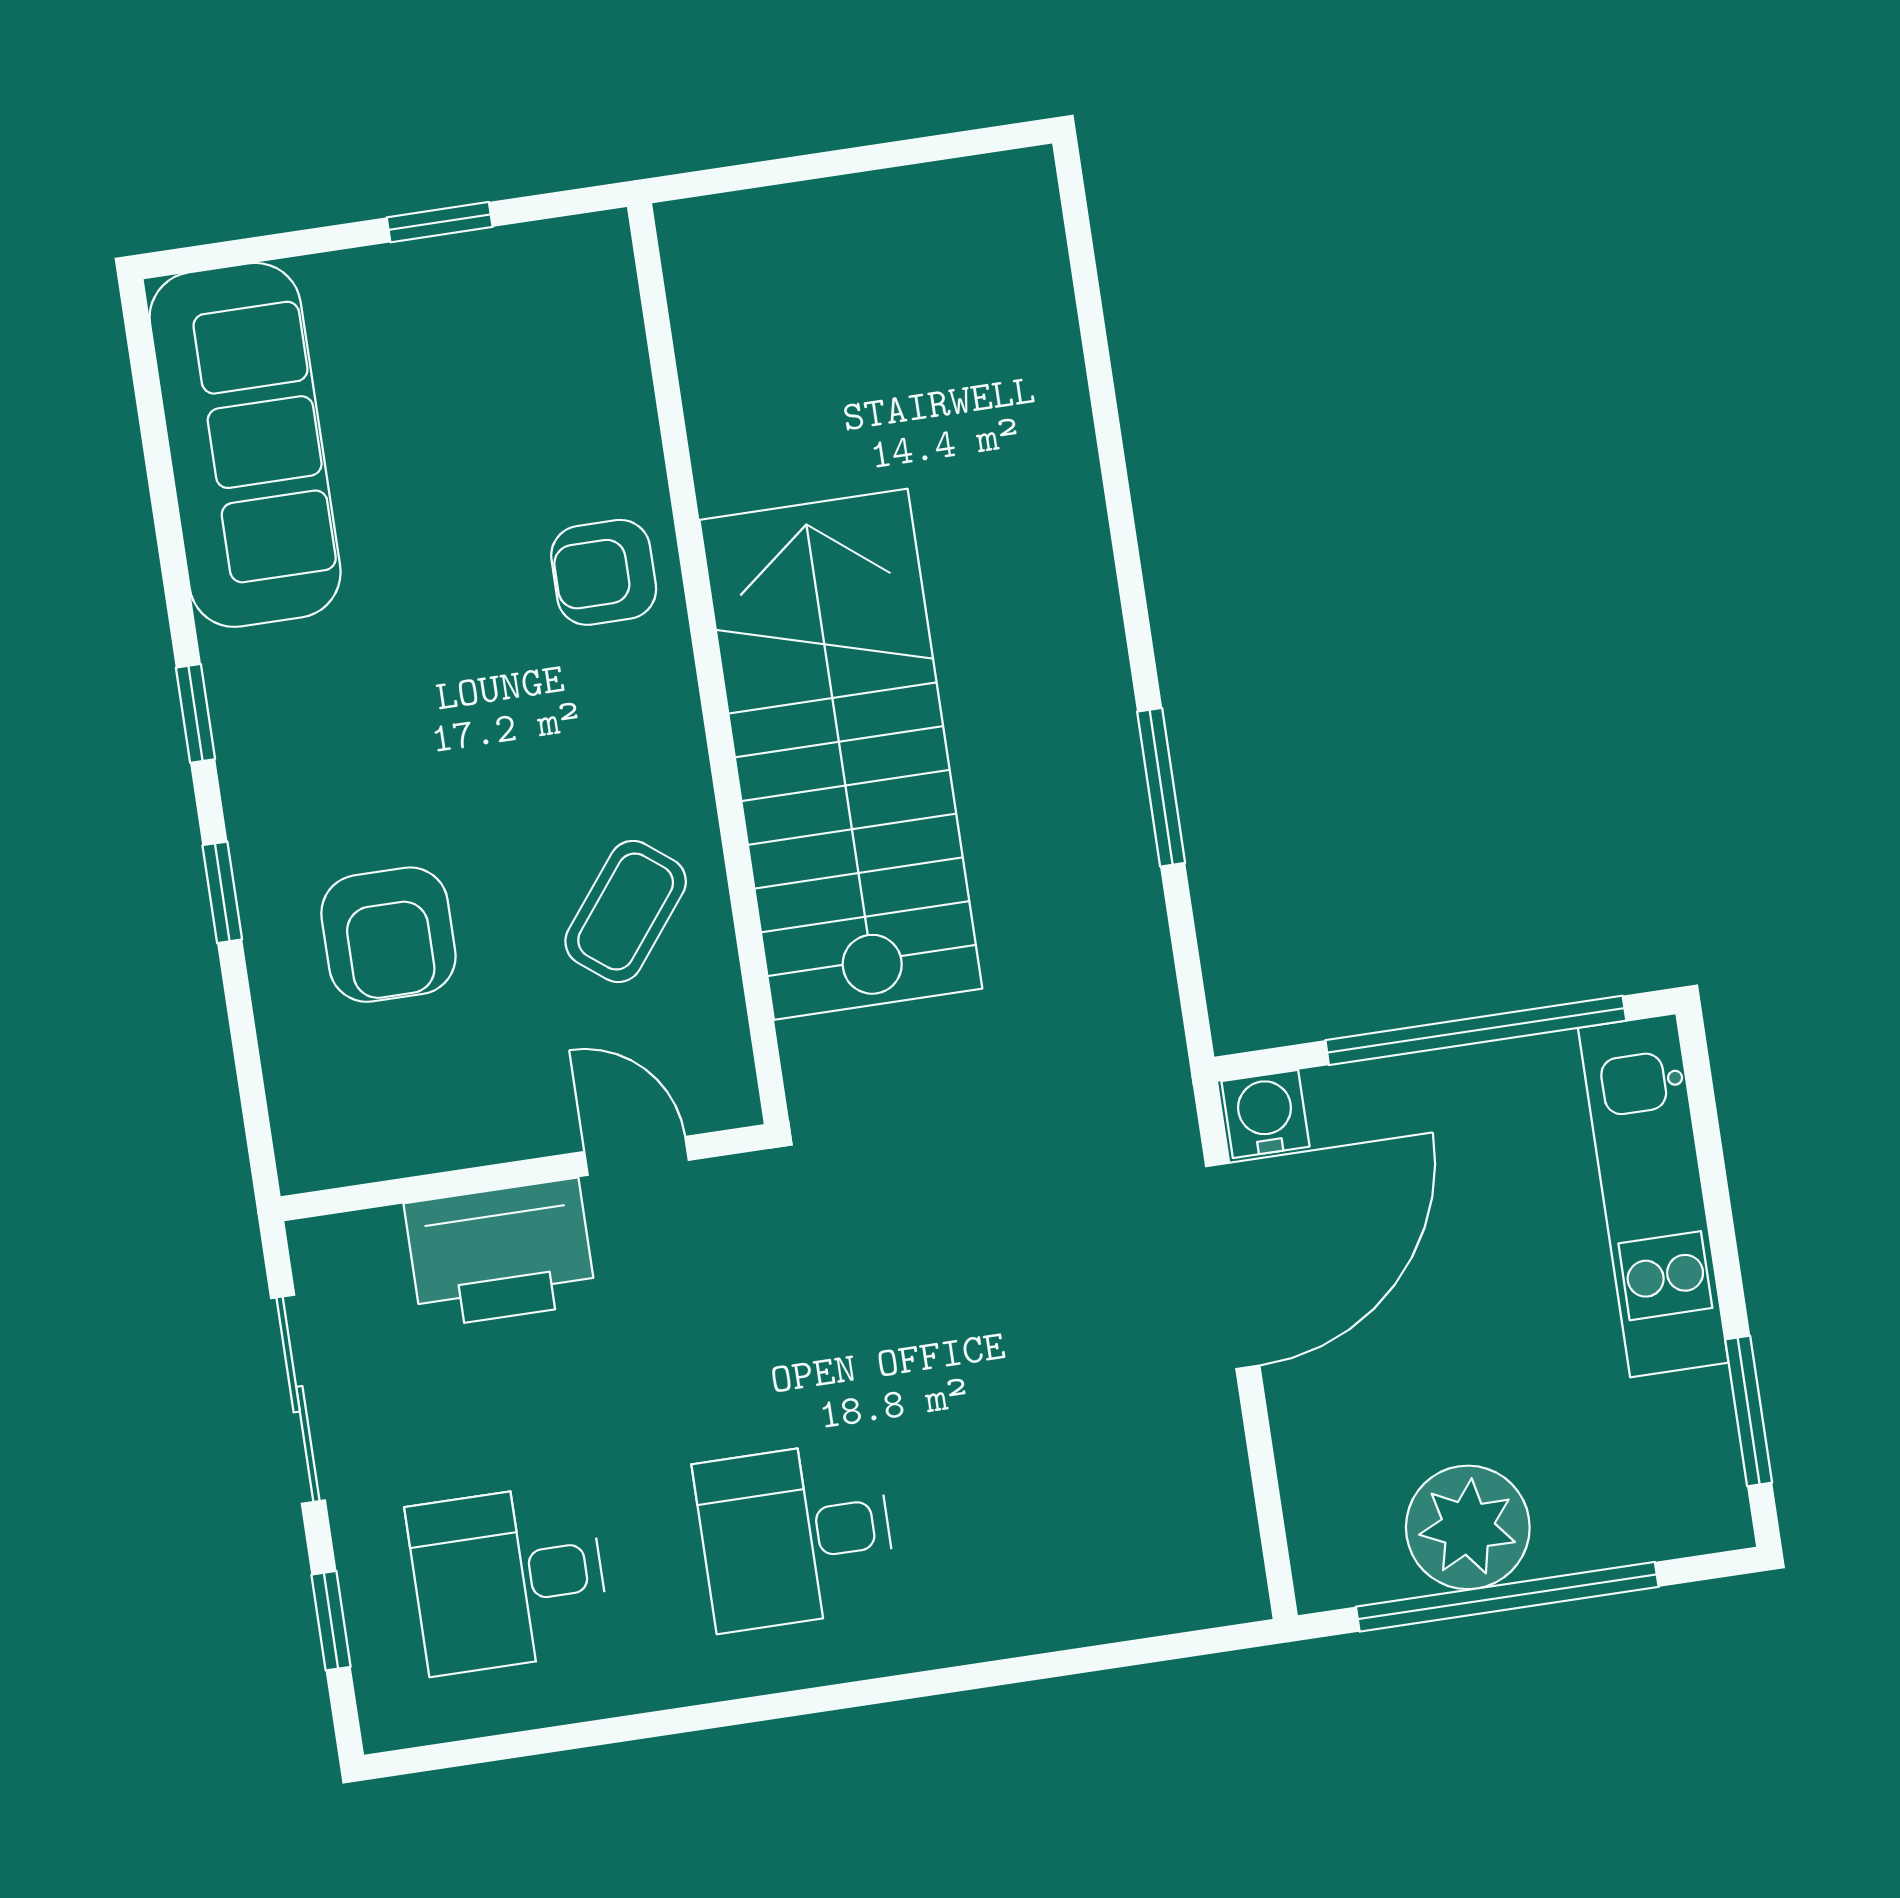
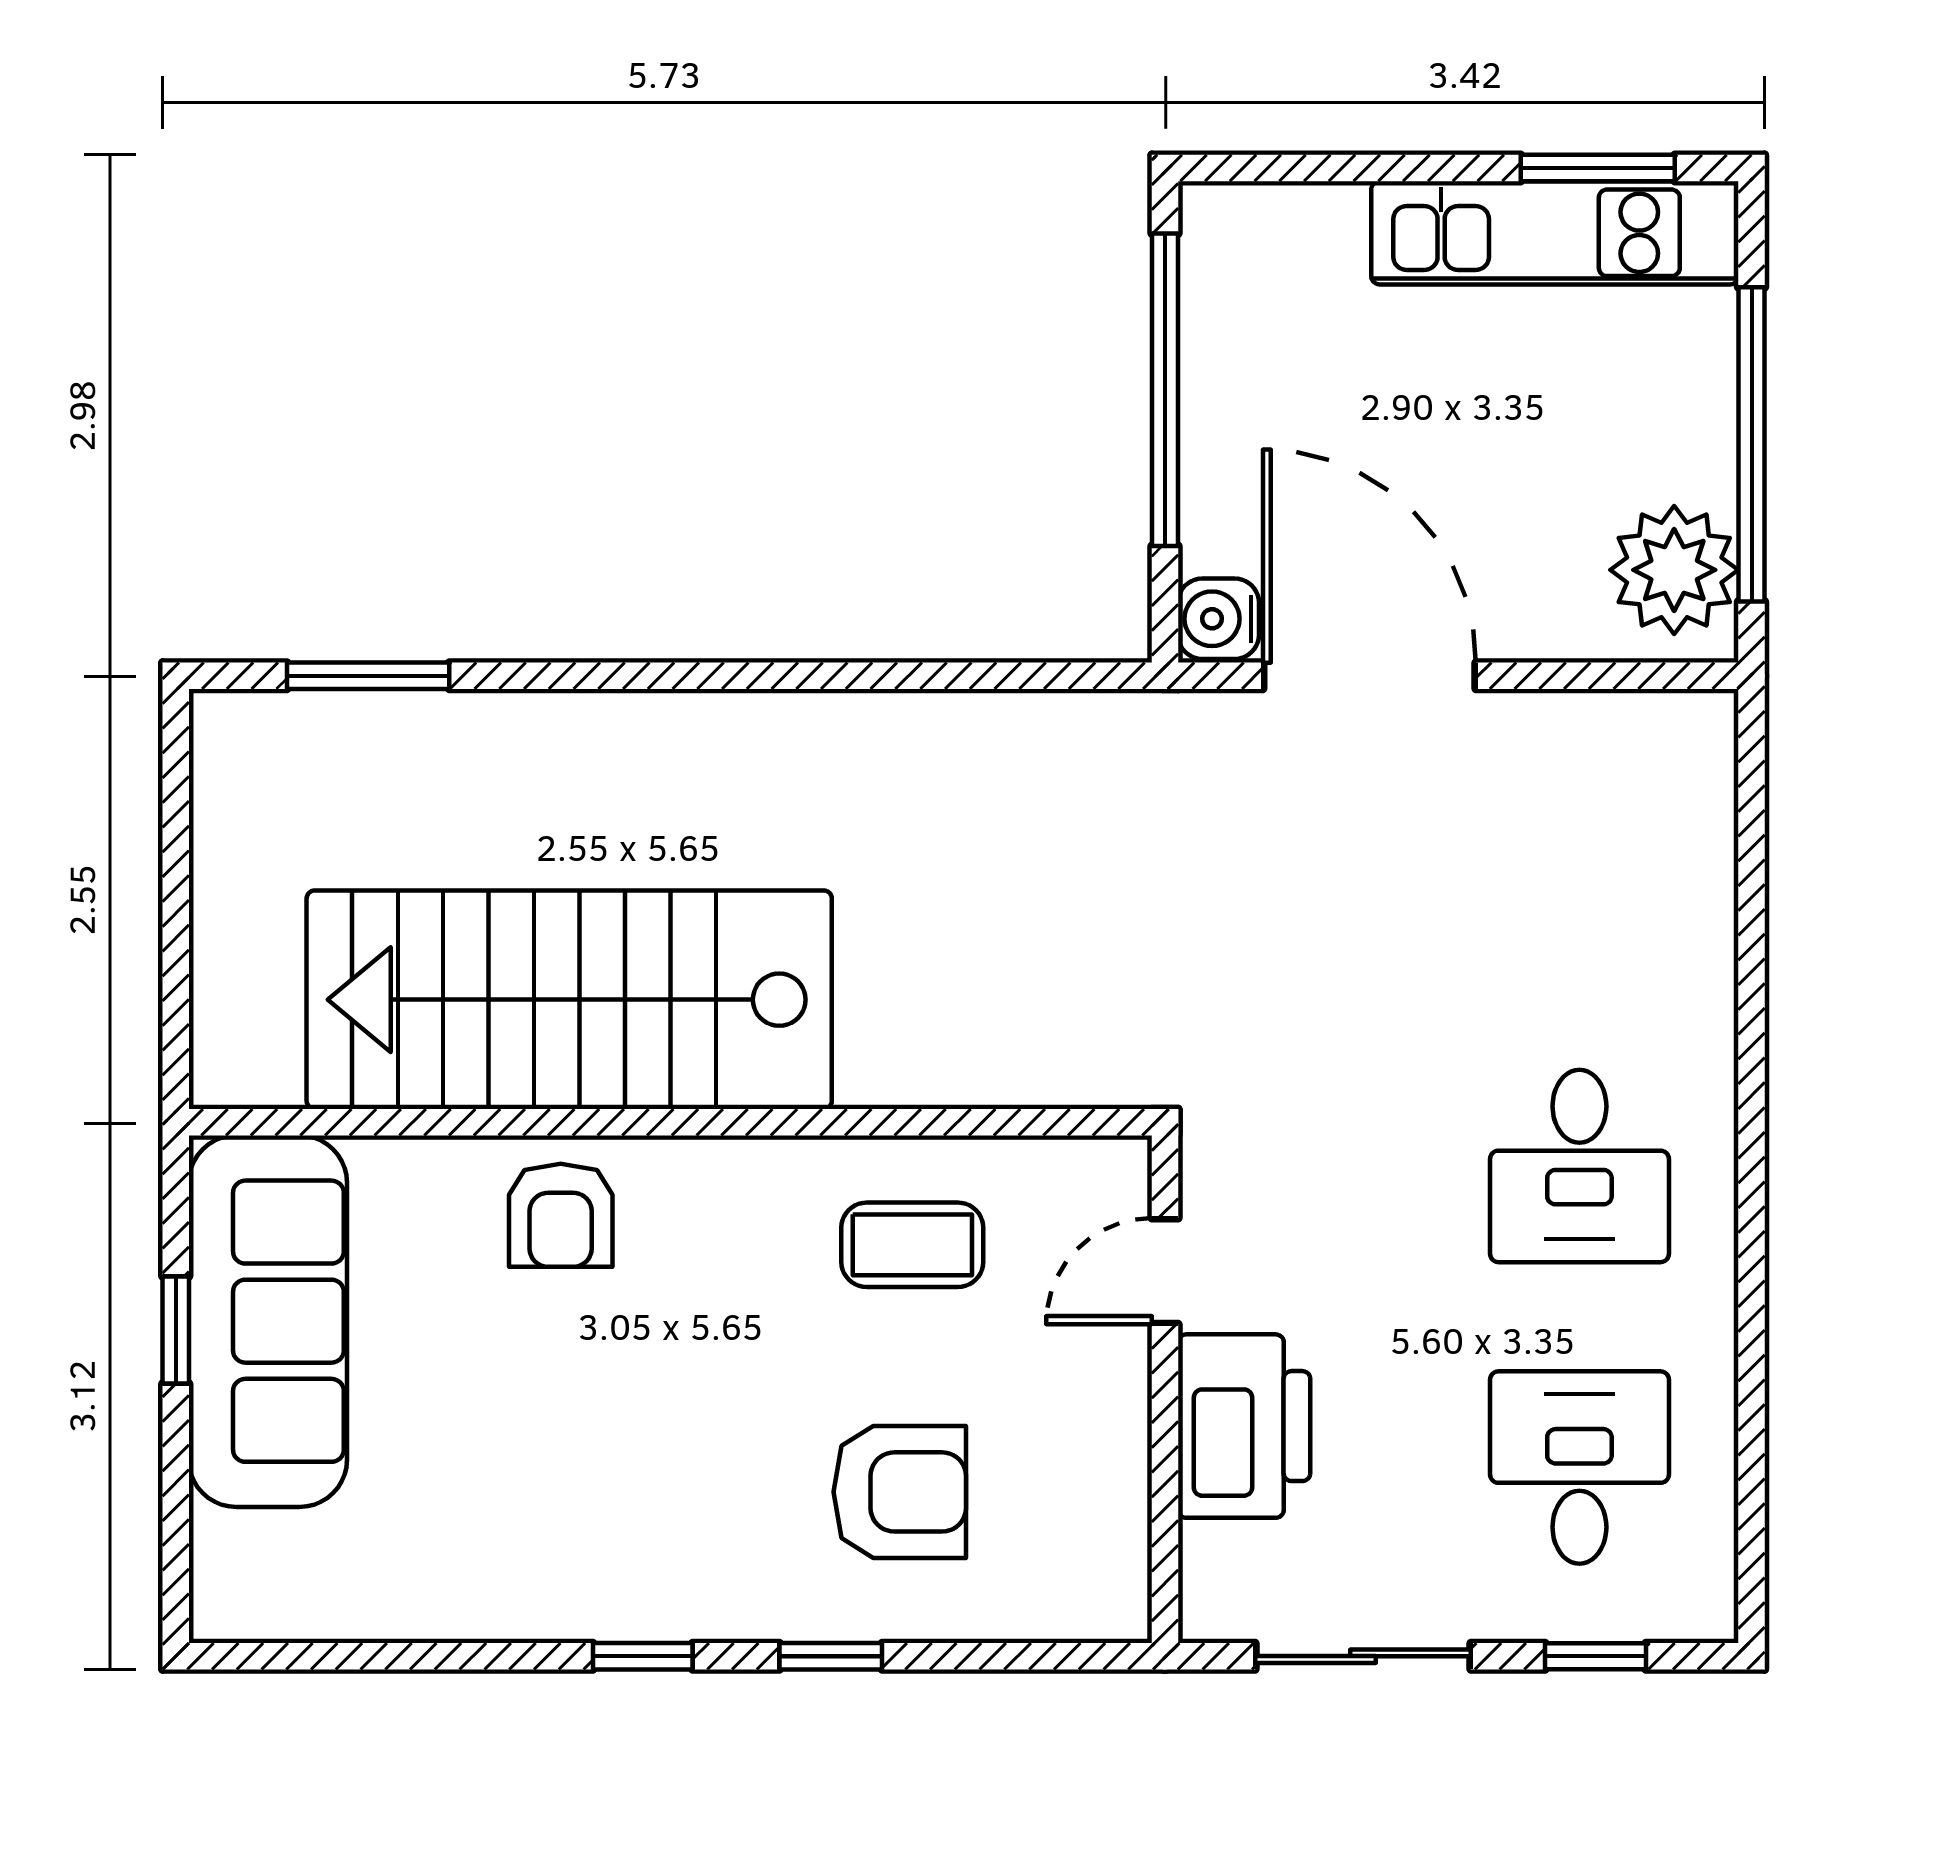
sofa: (245, 445) -> (268, 1321), moved, turned 90
stairs: (841, 754) -> (569, 1000), moved
window: (1161, 787) -> (368, 676), moved
coffee table: (626, 911) -> (912, 1245), turned -38
kitchen unit: (1653, 1195) -> (1555, 233), moved
plant: (1468, 1527) -> (1674, 570), moved
desk: (508, 1579) -> (1579, 1468), turned 180

